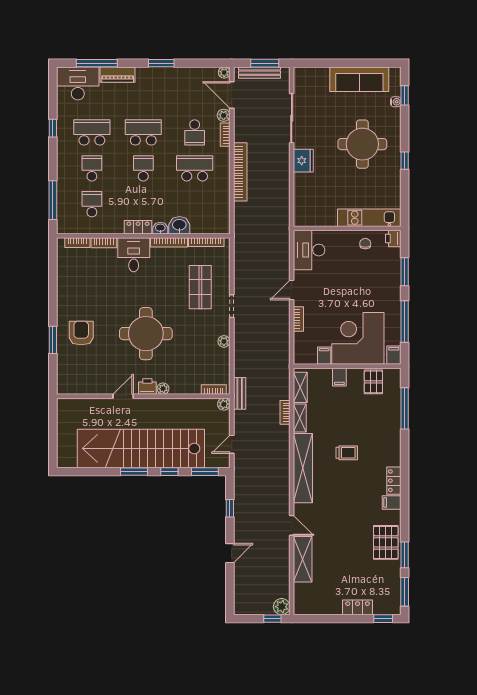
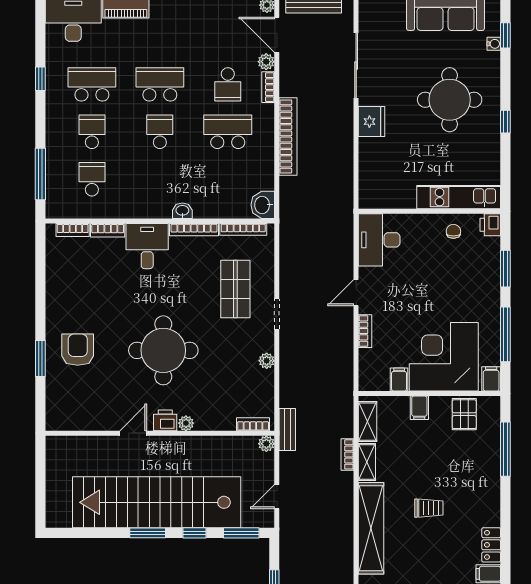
washbasin: (179, 225) -> (263, 205), moved, turned -90
locker: (138, 227) -> (153, 210), removed

